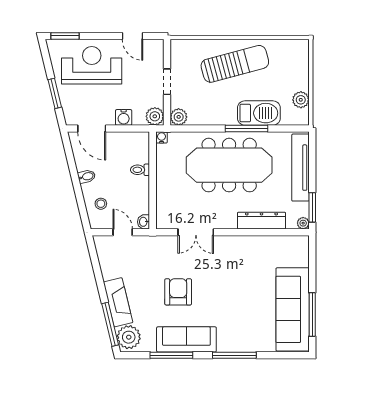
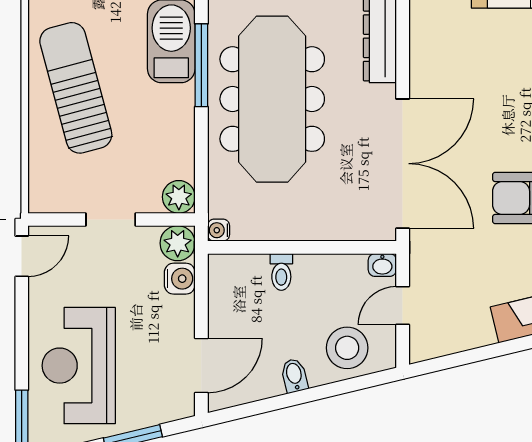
door: (132, 36) -> (22, 256), moved
water cooler: (124, 117) -> (180, 279), moved
stool: (101, 204) -> (347, 348), width x1.89, depth x1.89
double door: (196, 232) -> (403, 164), width x1.87

